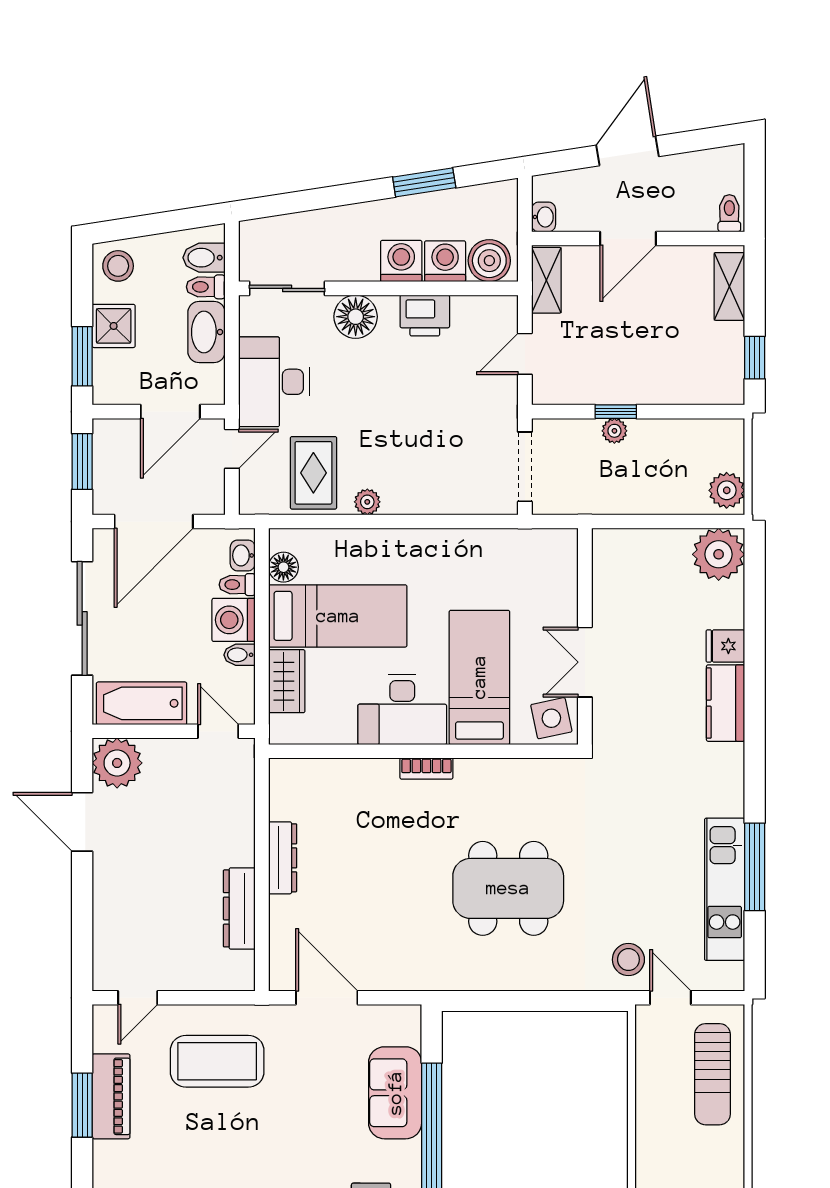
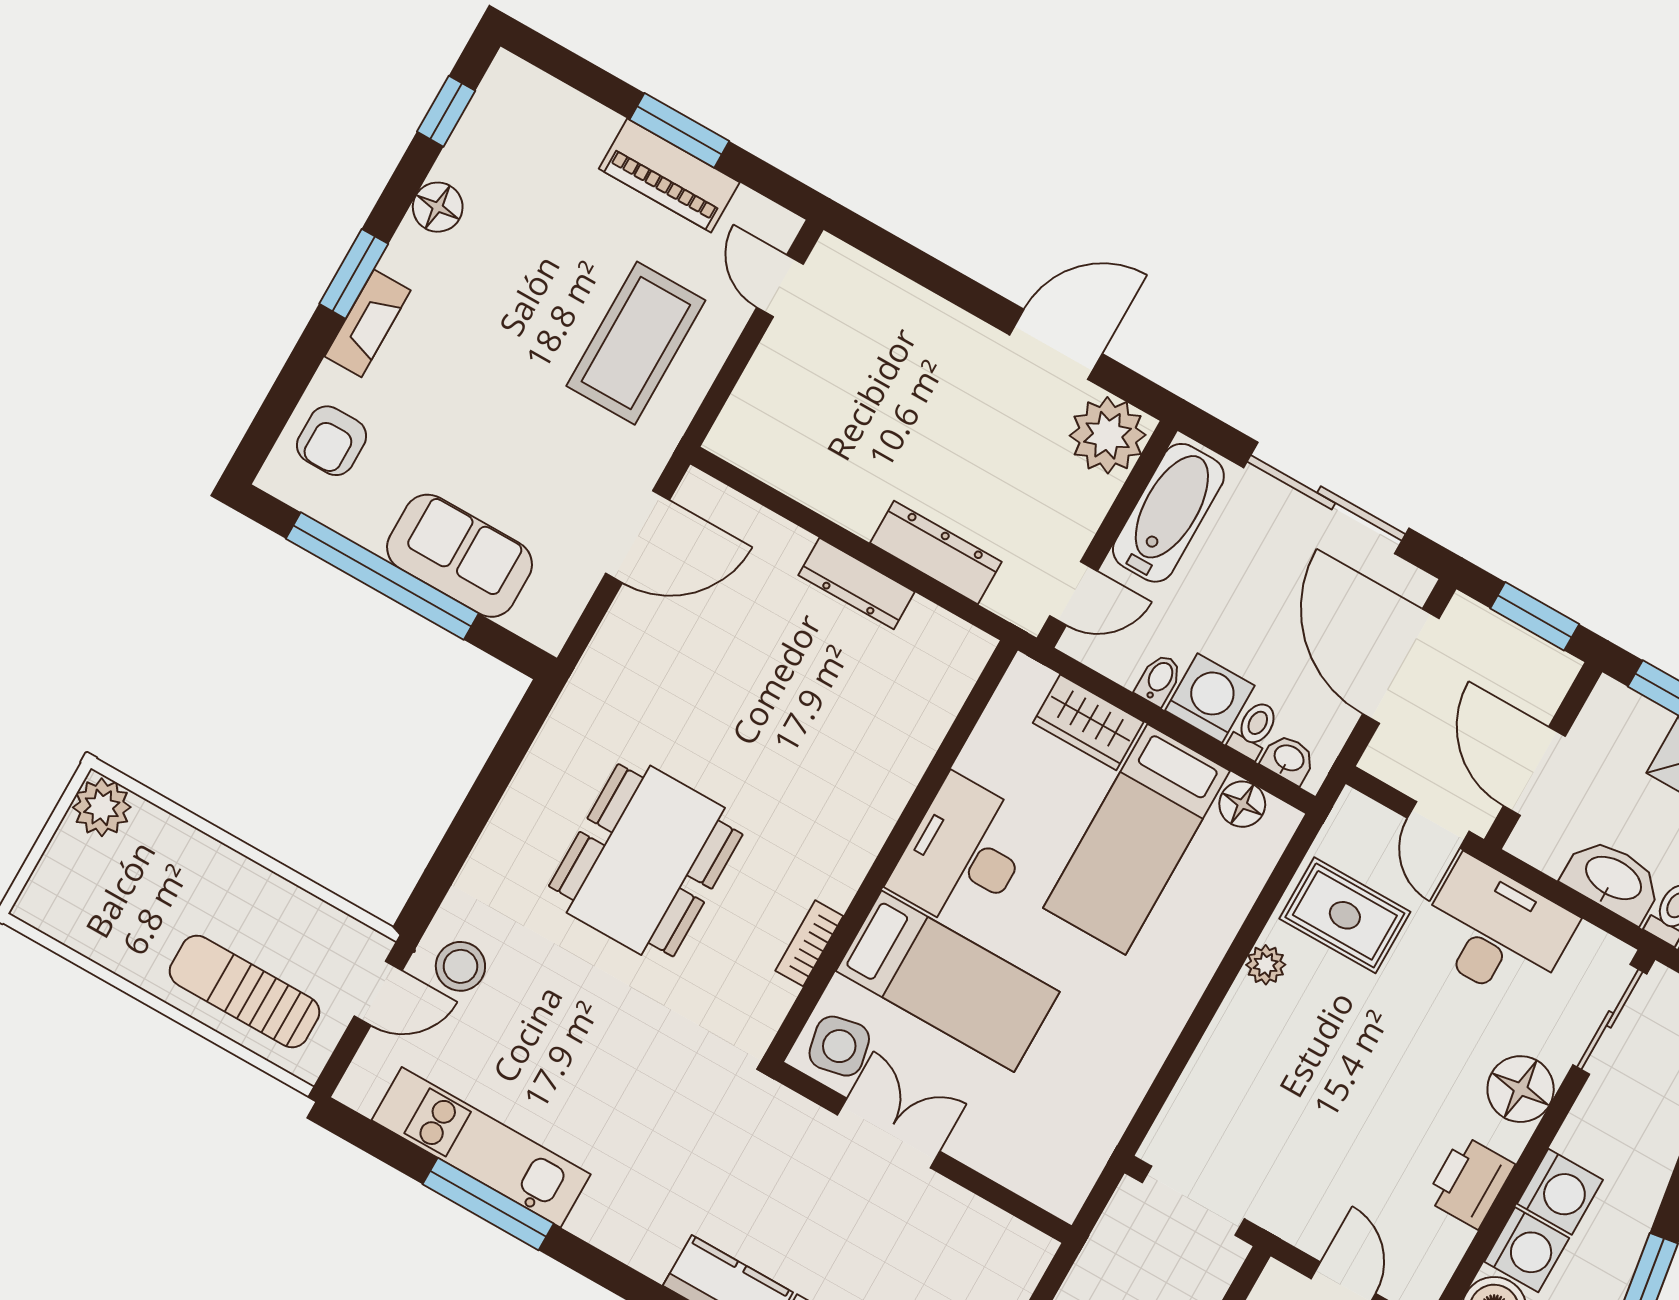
bookcase: (426, 769) -> (809, 943), moved
dresser: (239, 908) -> (936, 552), moved

